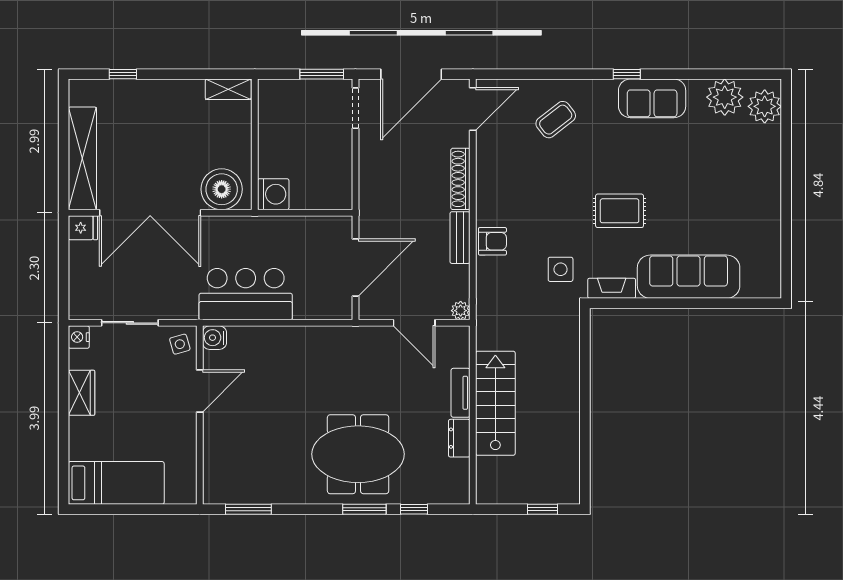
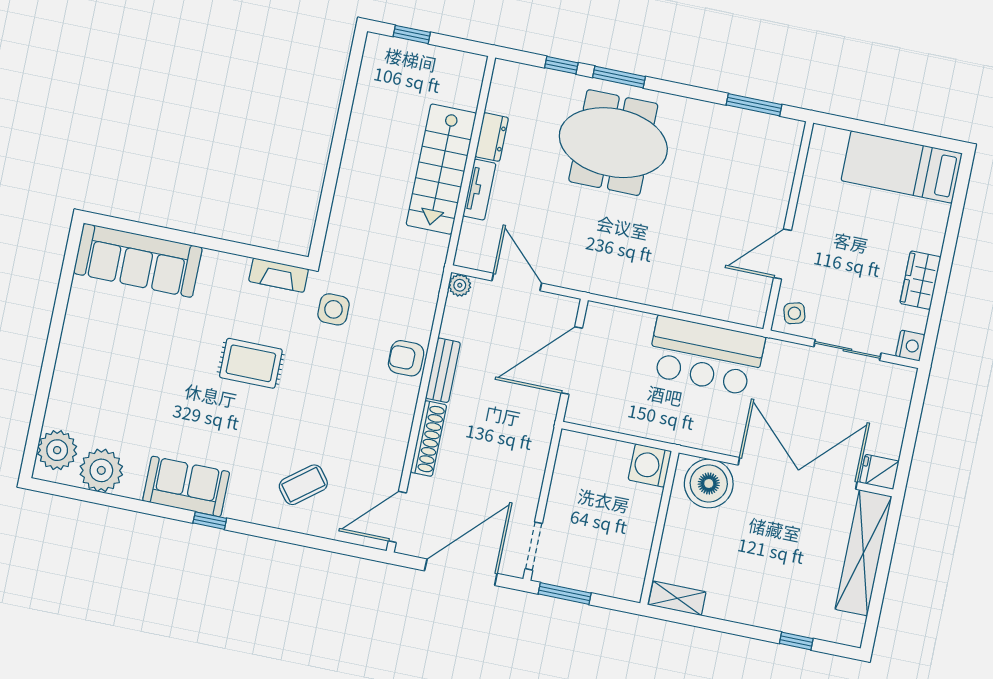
sofa: (689, 277) -> (138, 260), moved
water cooler: (214, 338) -> (753, 313), removed

